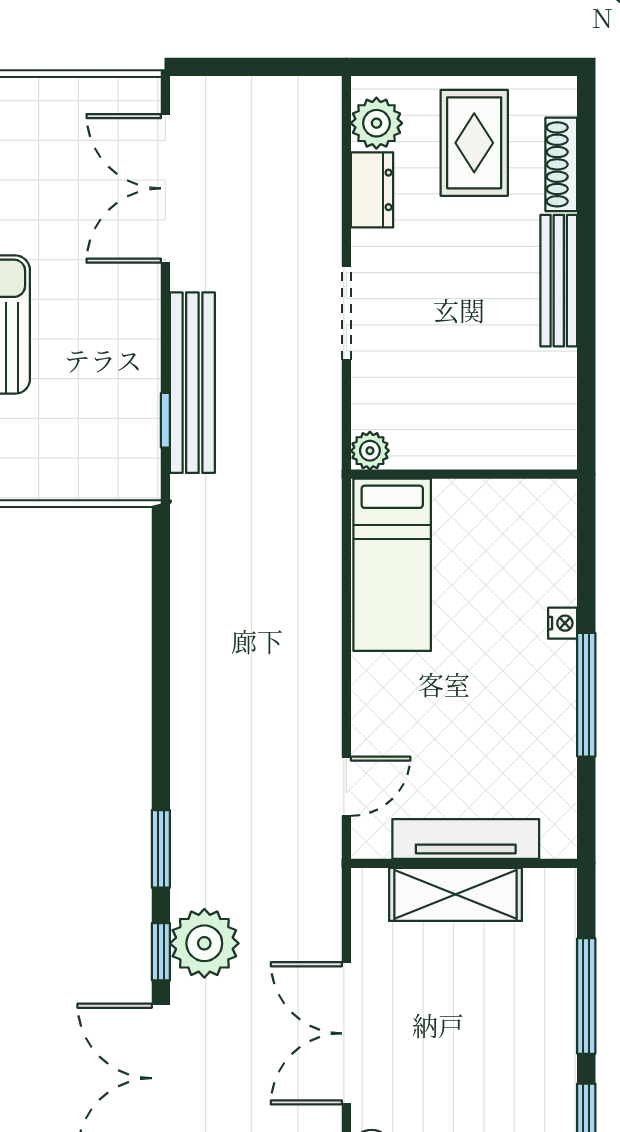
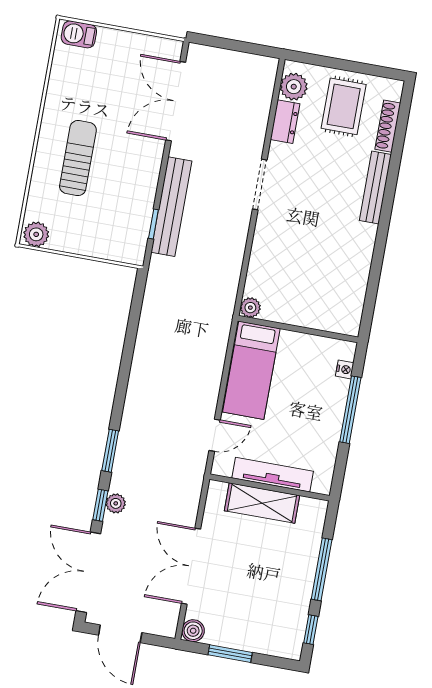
plant: (370, 451) -> (250, 308), moved
wall: (464, 474) -> (298, 329), moved
bed: (392, 565) -> (251, 370), moved
plant: (204, 943) -> (116, 503), width x0.53, depth x0.53

